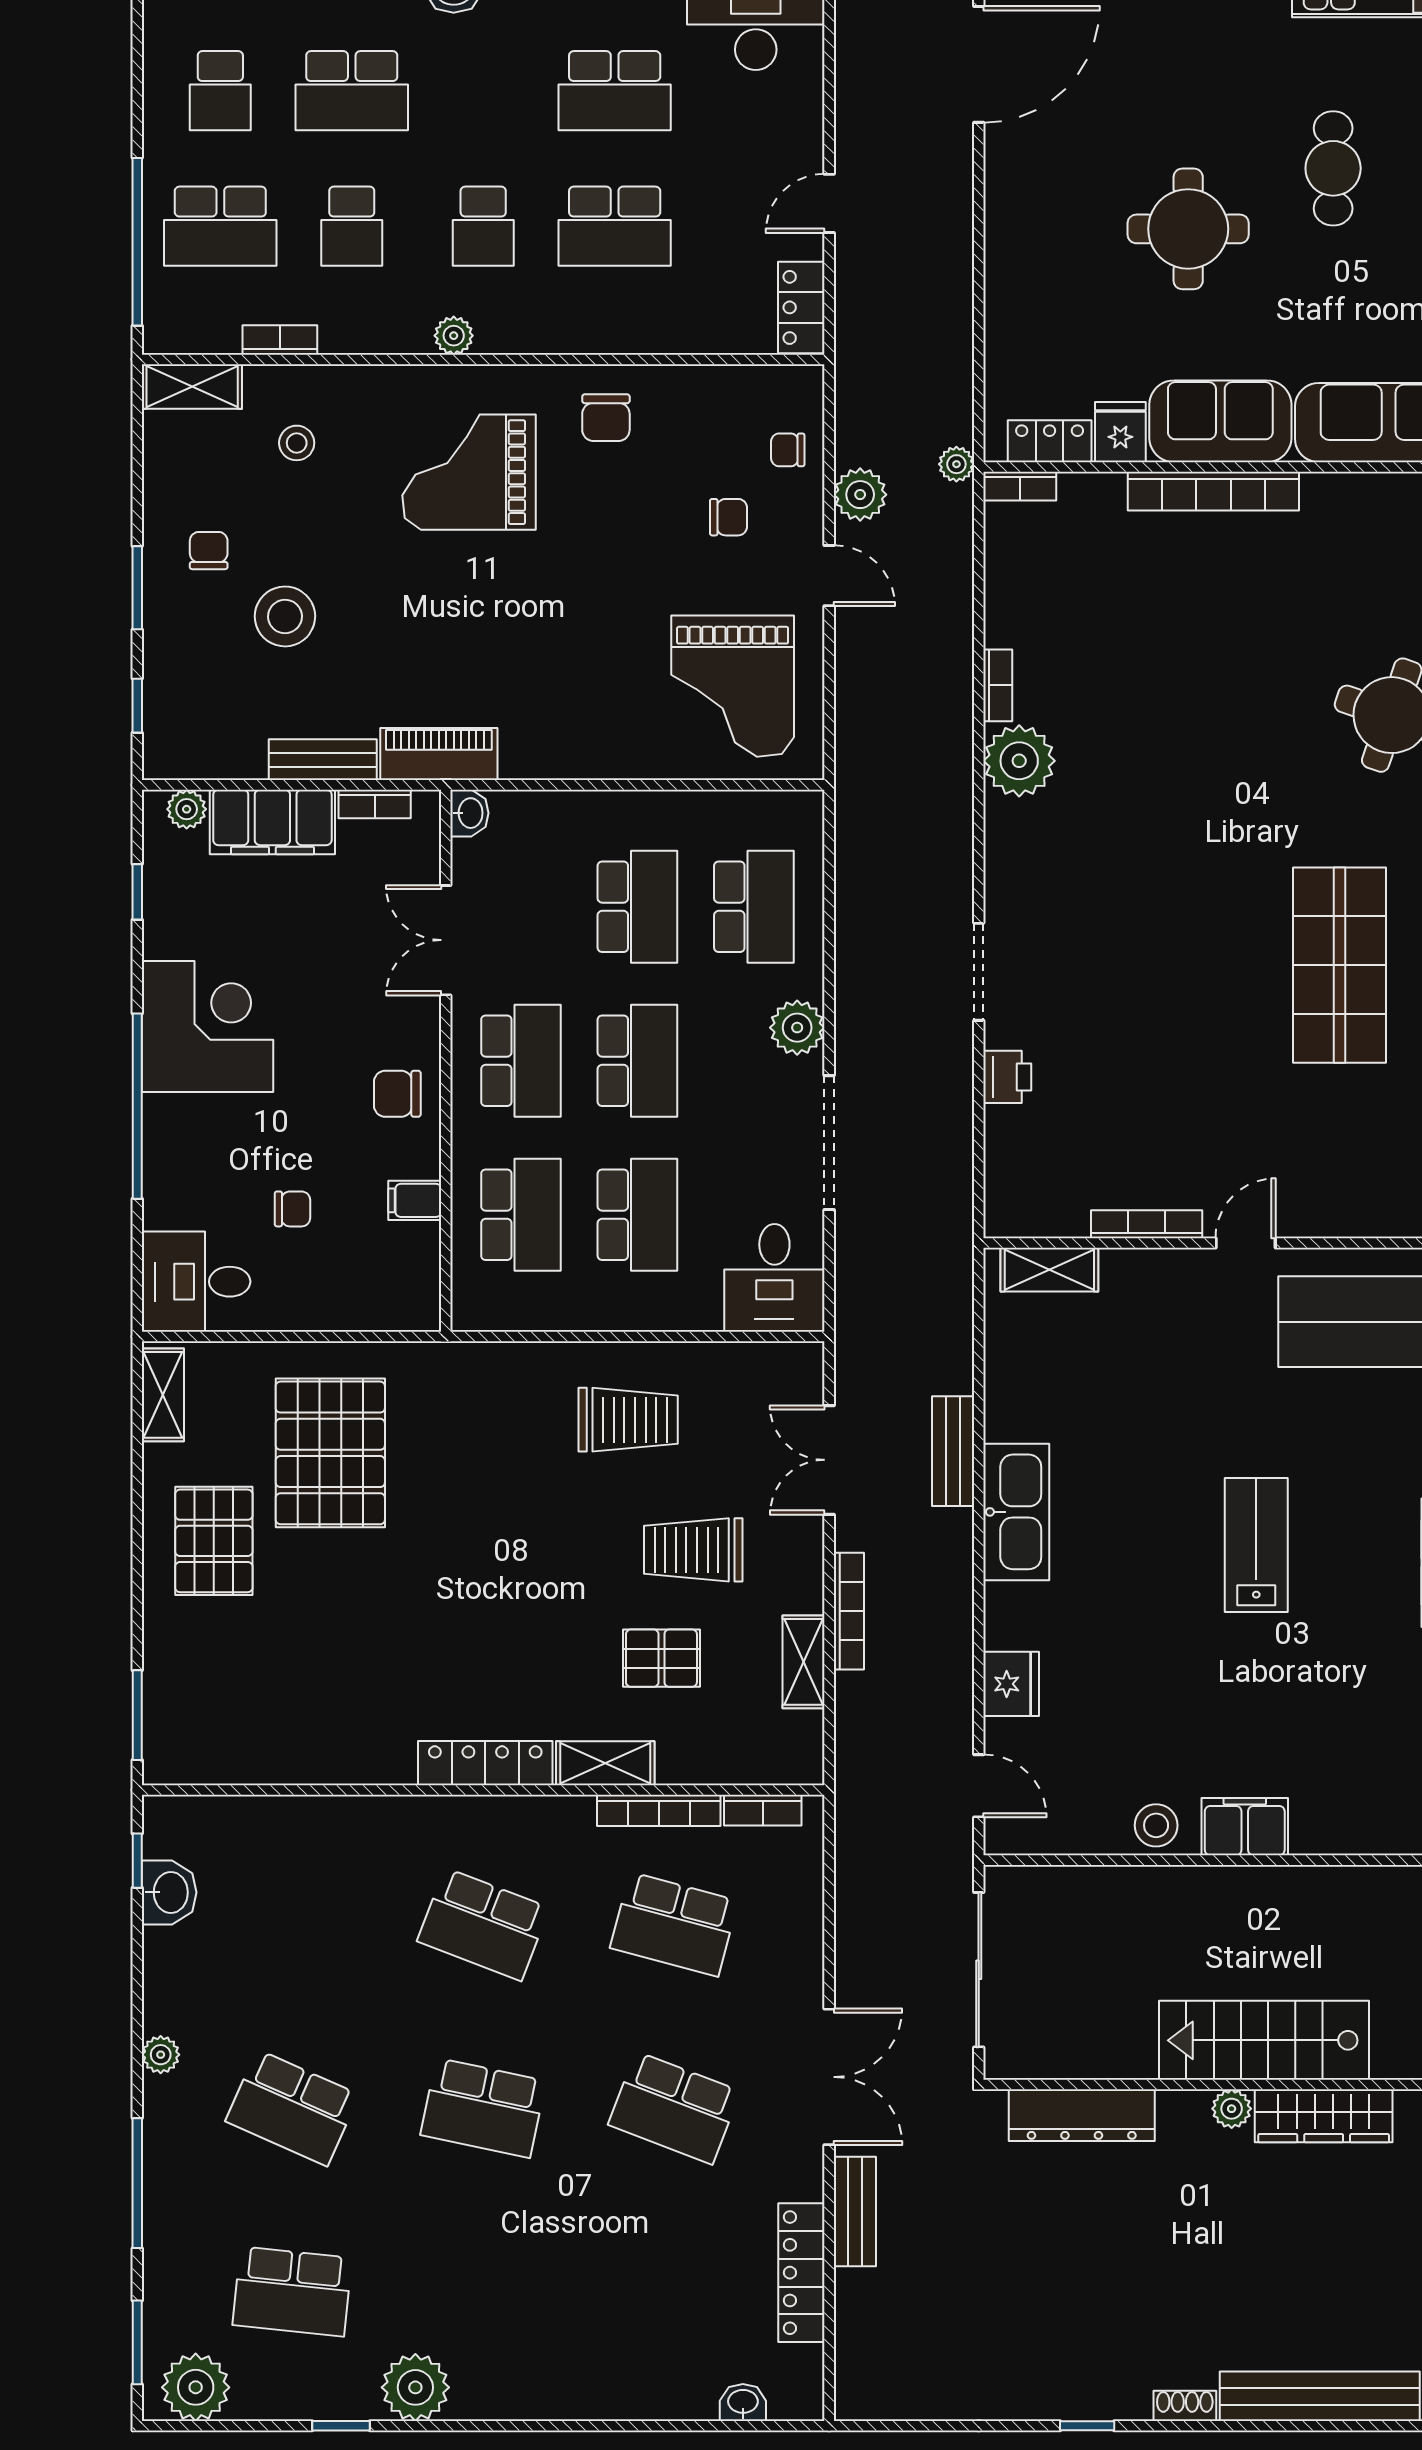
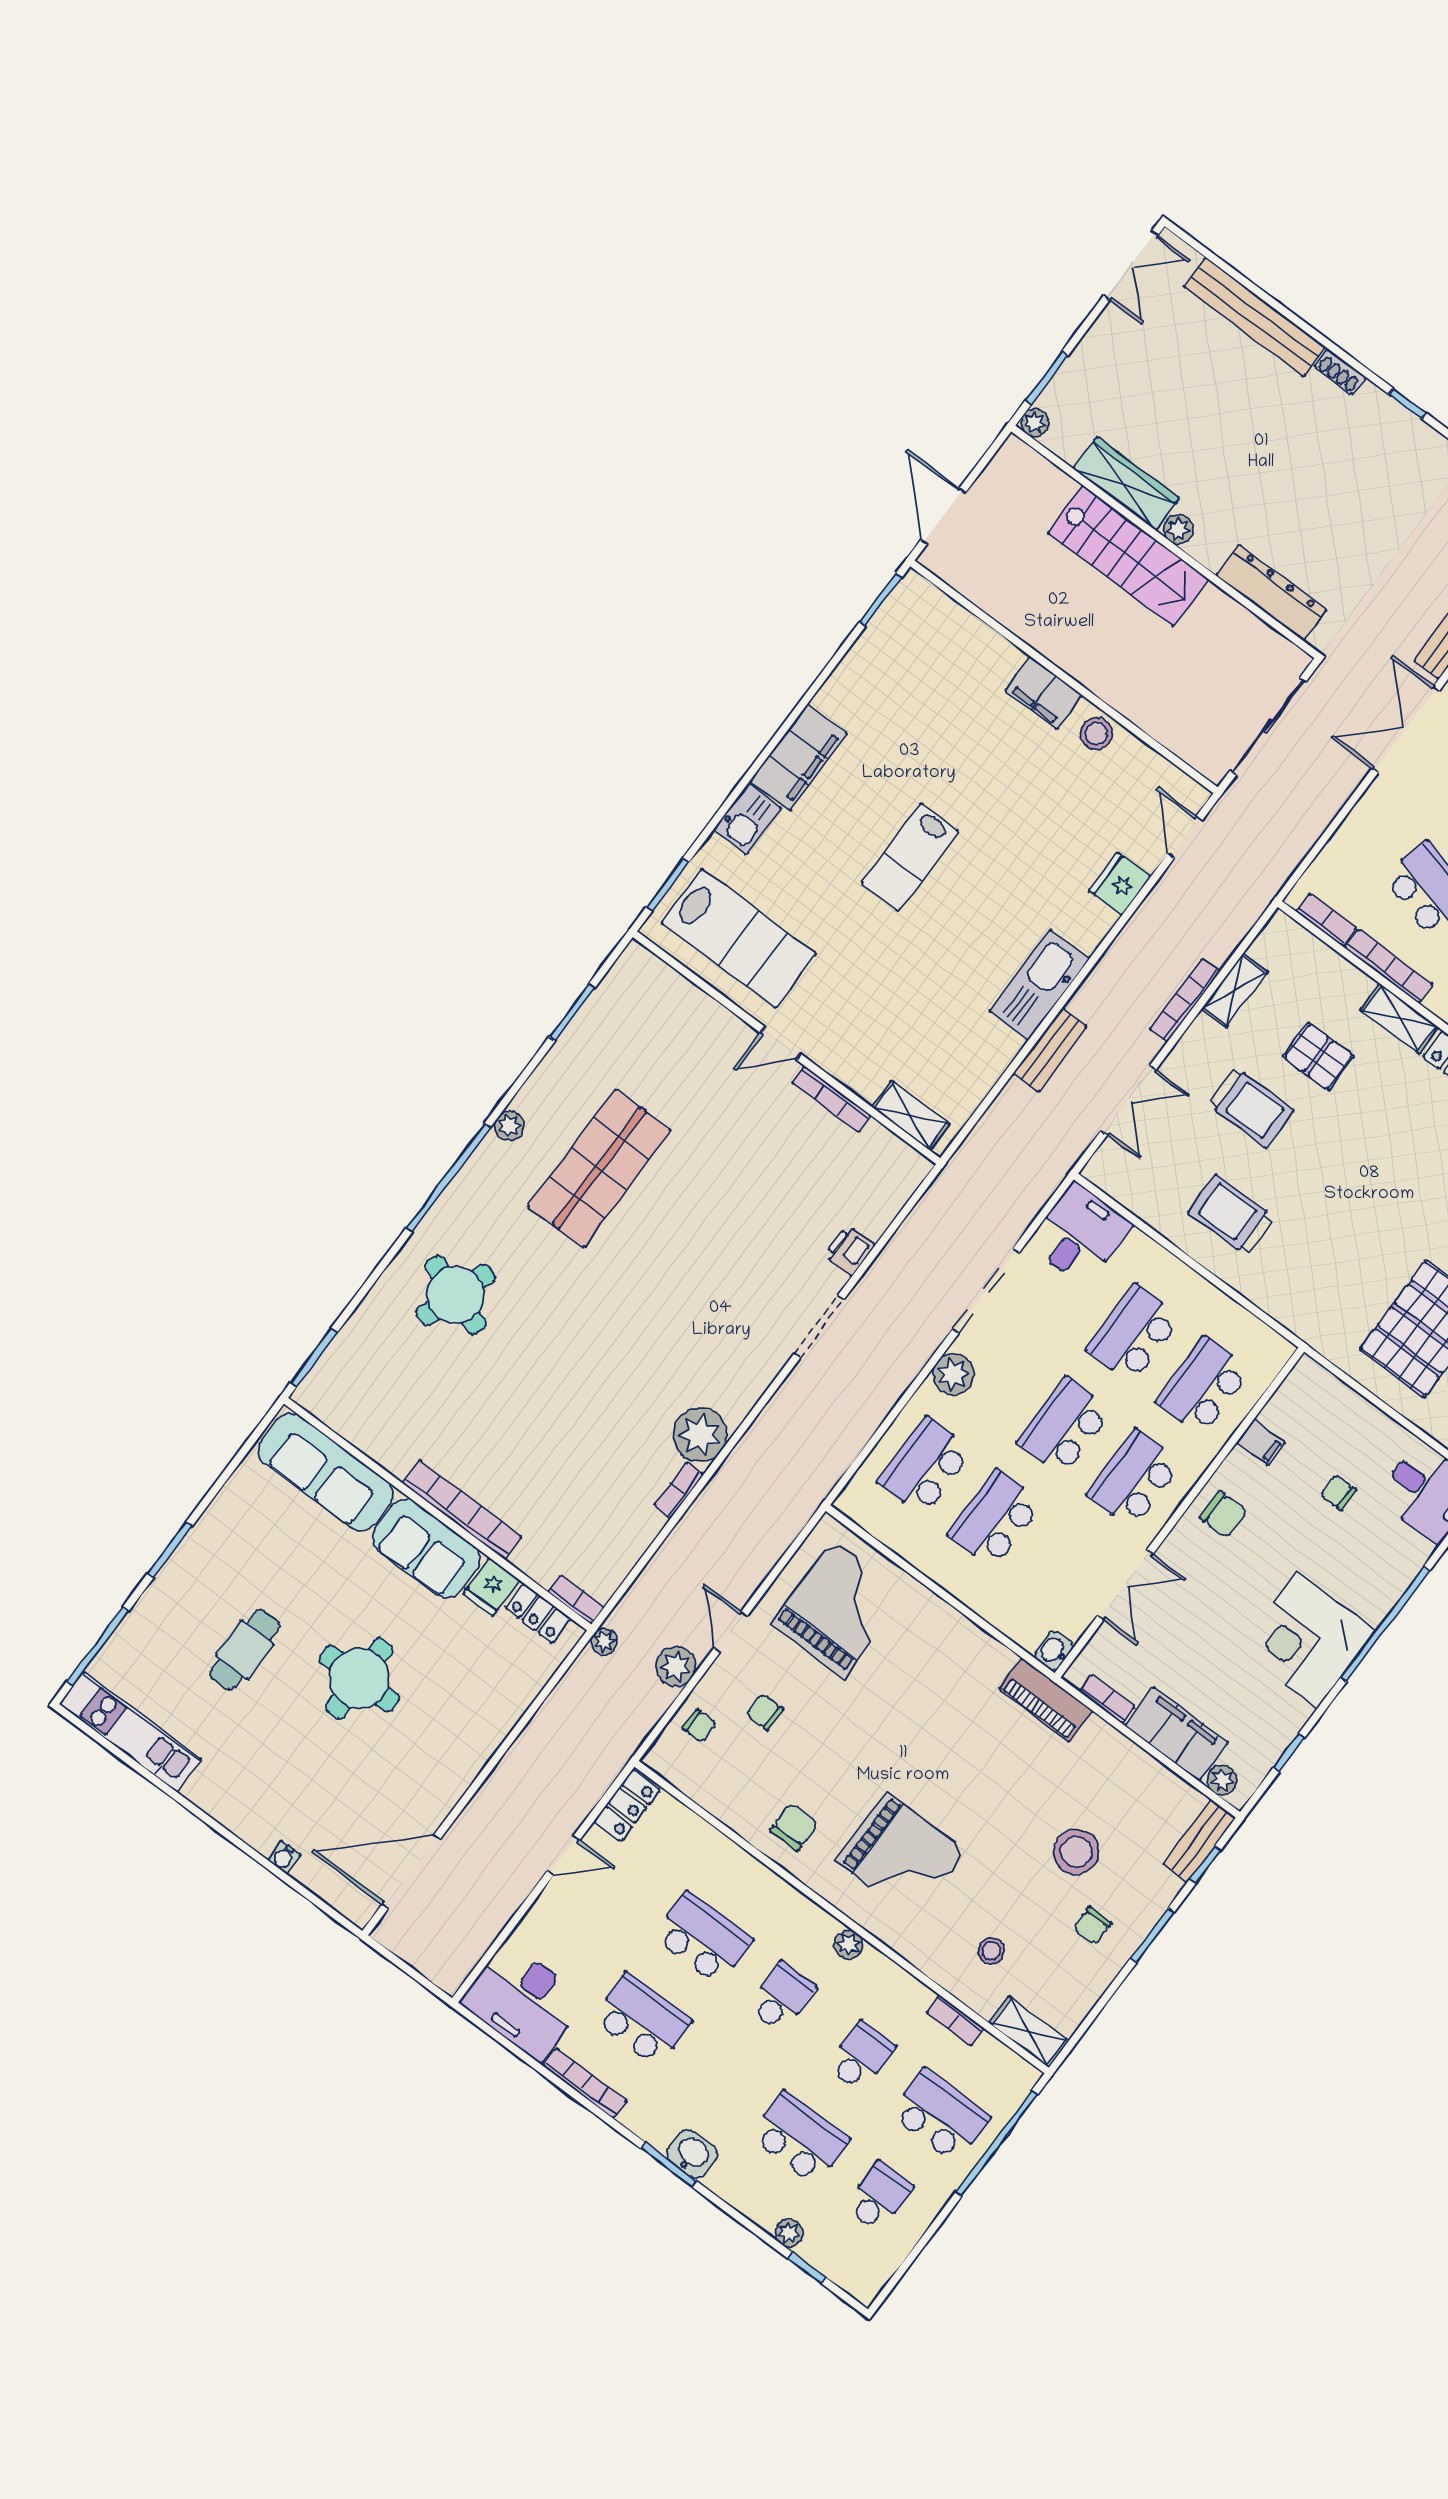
bench: (323, 760) -> (1199, 1841), moved, turned 90

